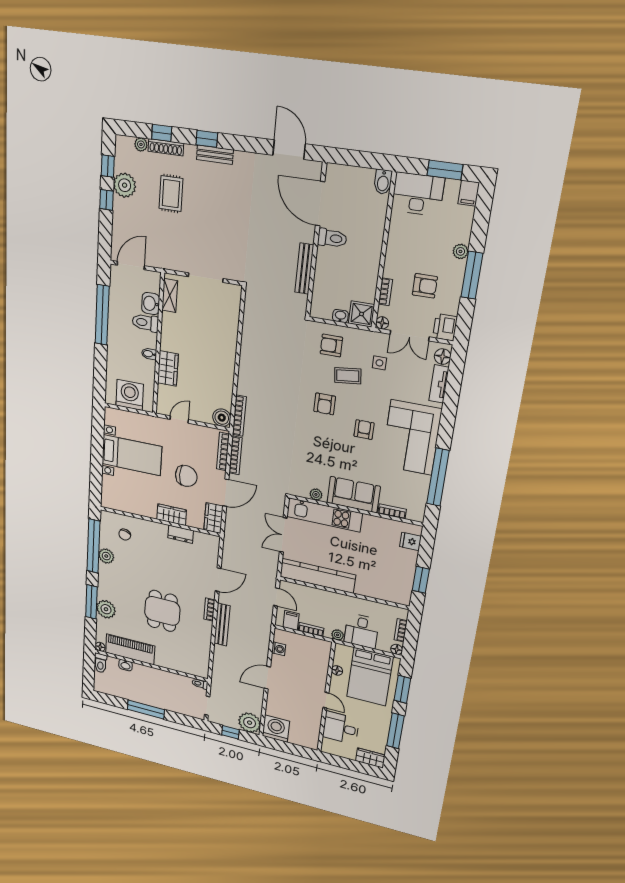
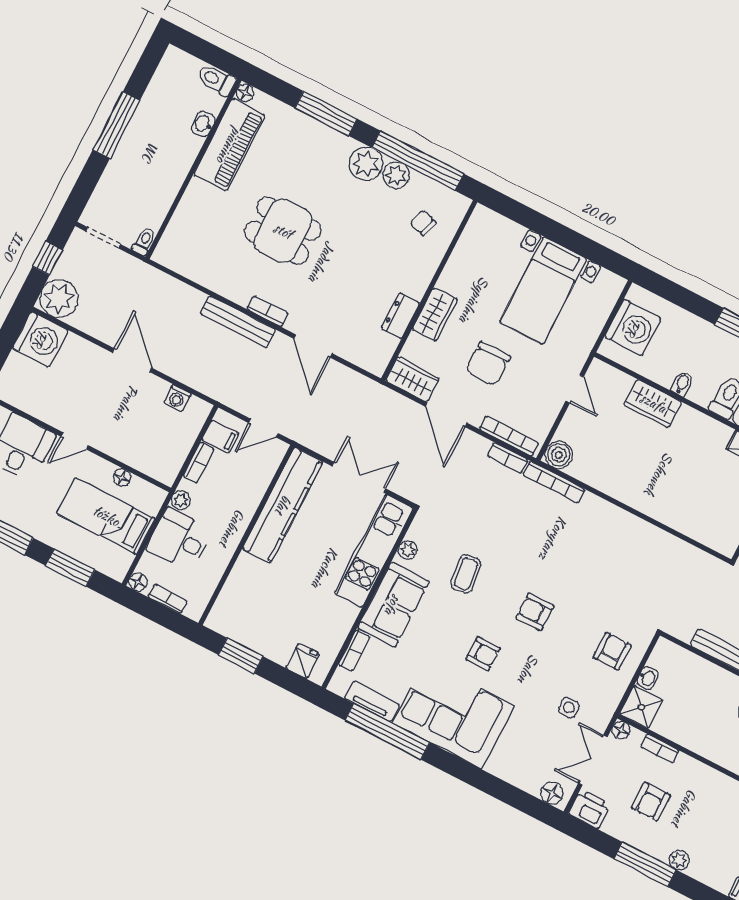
coffee table: (348, 376) -> (466, 574), moved
tv unit: (439, 384) -> (372, 701), moved
bookcase: (236, 455) -> (508, 458), width x0.64
plant: (106, 609) -> (366, 164), moved
bed: (370, 677) -> (106, 516), width x0.67

